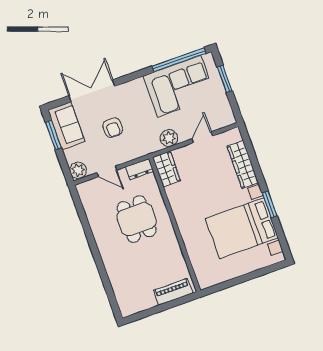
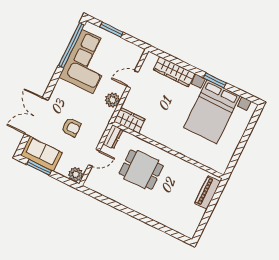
door: (202, 137) -> (133, 79), hinge flipped

